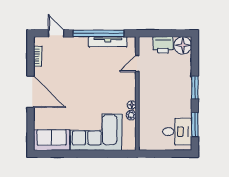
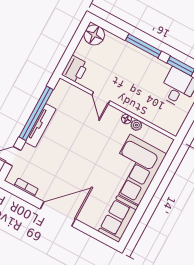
tv unit: (108, 42) -> (41, 125), moved
printer: (163, 45) -> (75, 69), moved
door: (137, 64) -> (101, 98), moved
window: (195, 88) -> (143, 46), width x1.44

